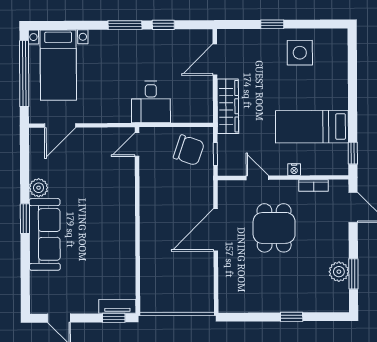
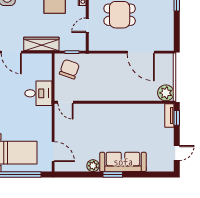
door: (216, 230) -> (141, 52), moved
plant: (153, 301) -> (166, 93), added

